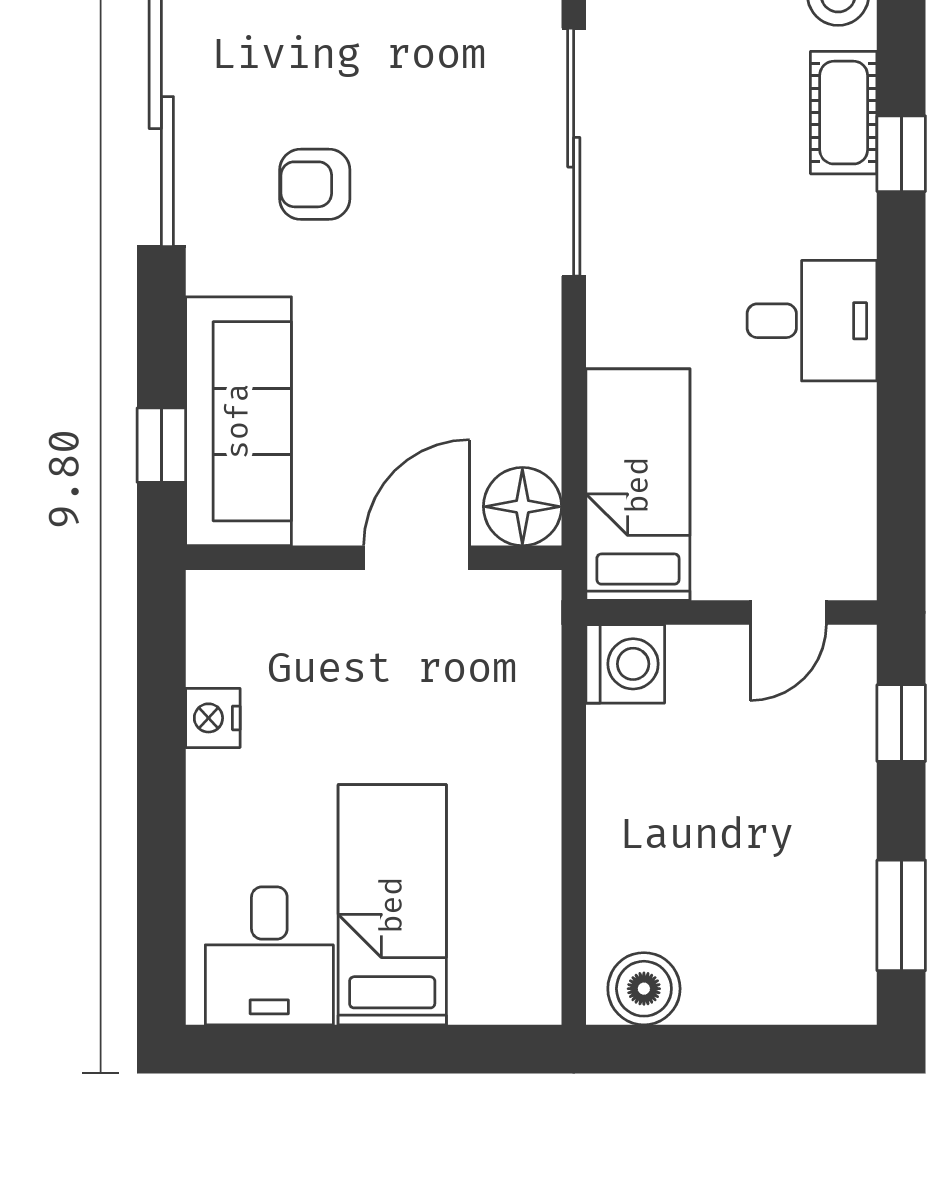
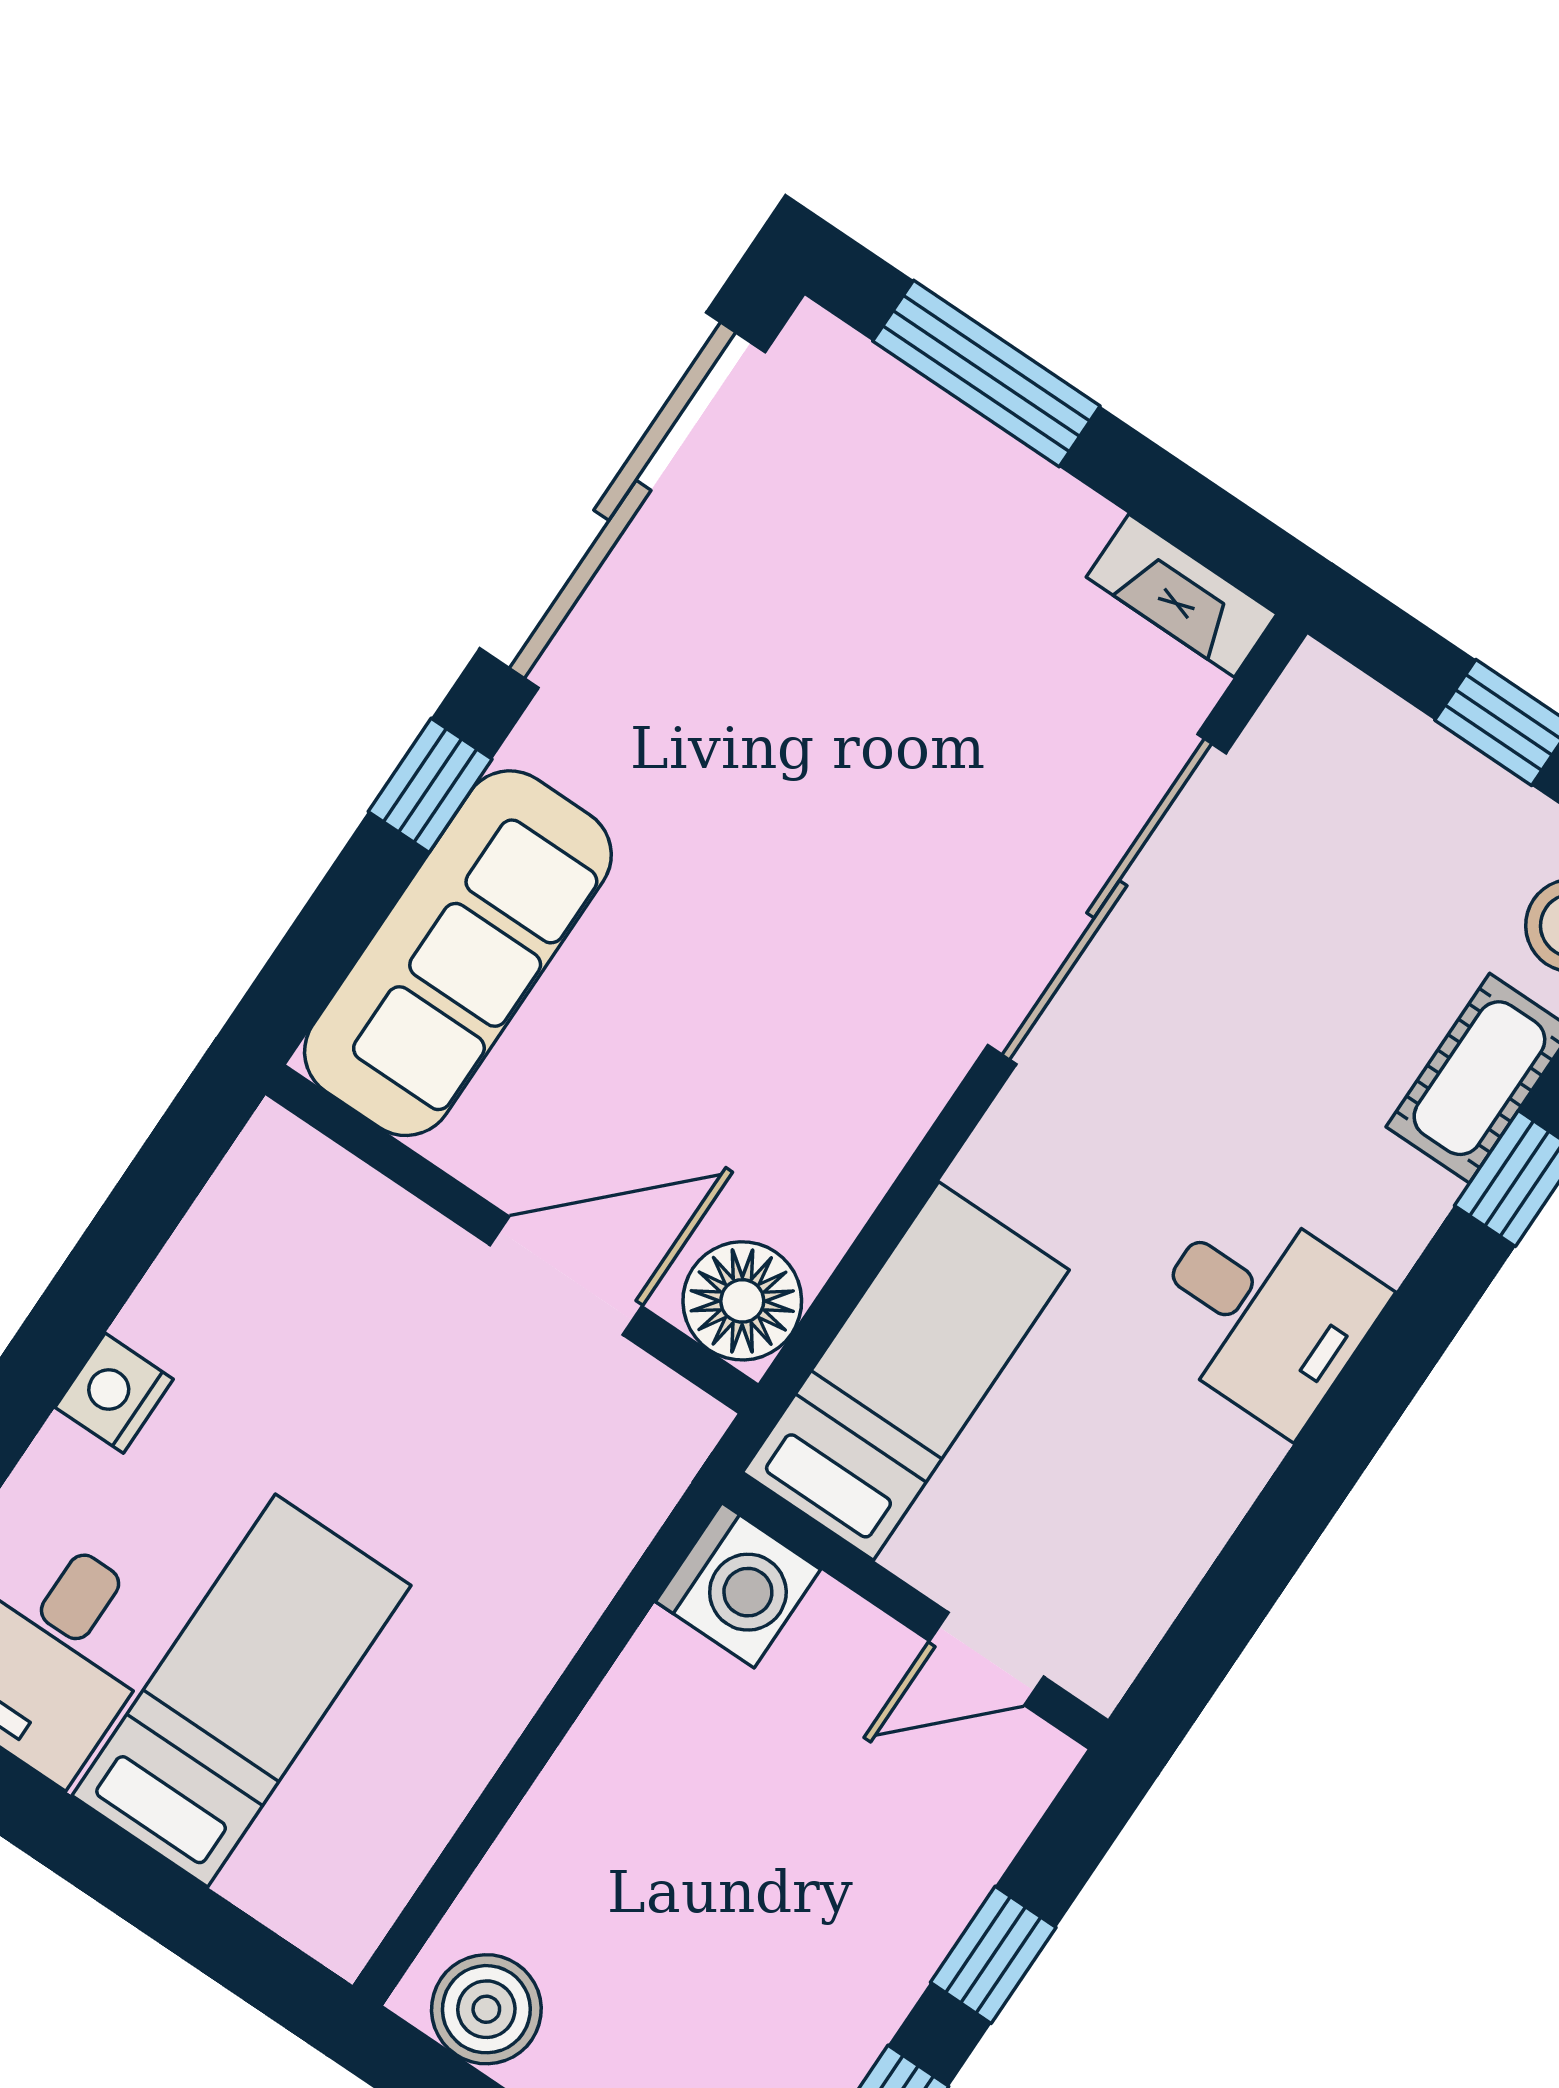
armchair: (315, 184) -> (754, 720), removed
window: (161, 445) -> (430, 785), moved
nightstand: (213, 718) -> (114, 1393), moved
window: (901, 723) -> (993, 1955), moved

